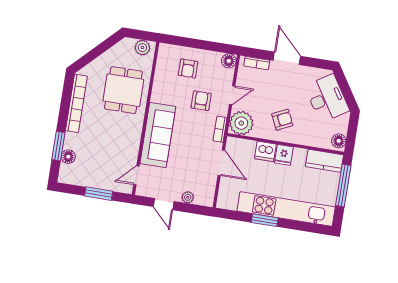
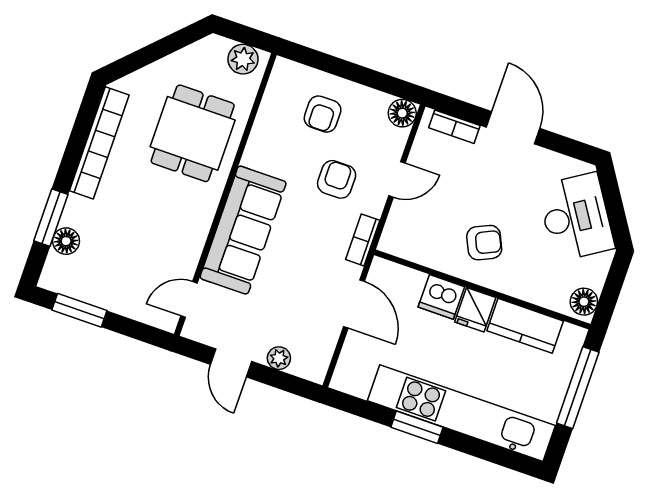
plant: (241, 123) -> (405, 235), removed
kitchen counter: (324, 161) -> (525, 326), moved
window: (99, 194) -> (79, 310), moved

